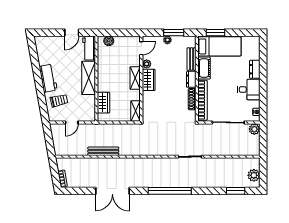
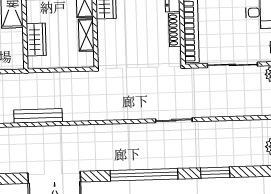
shelving: (136, 111) -> (86, 35), moved
window: (236, 191) -> (215, 173), moved

